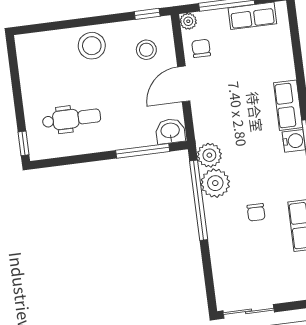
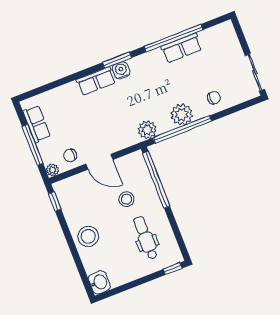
stool: (146, 50) -> (126, 199), moved
washbasin: (170, 131) -> (99, 282), moved, turned 180
window: (143, 151) -> (156, 180), width x1.46
plant: (215, 183) -> (182, 114), moved
chair: (256, 212) -> (214, 98), moved

